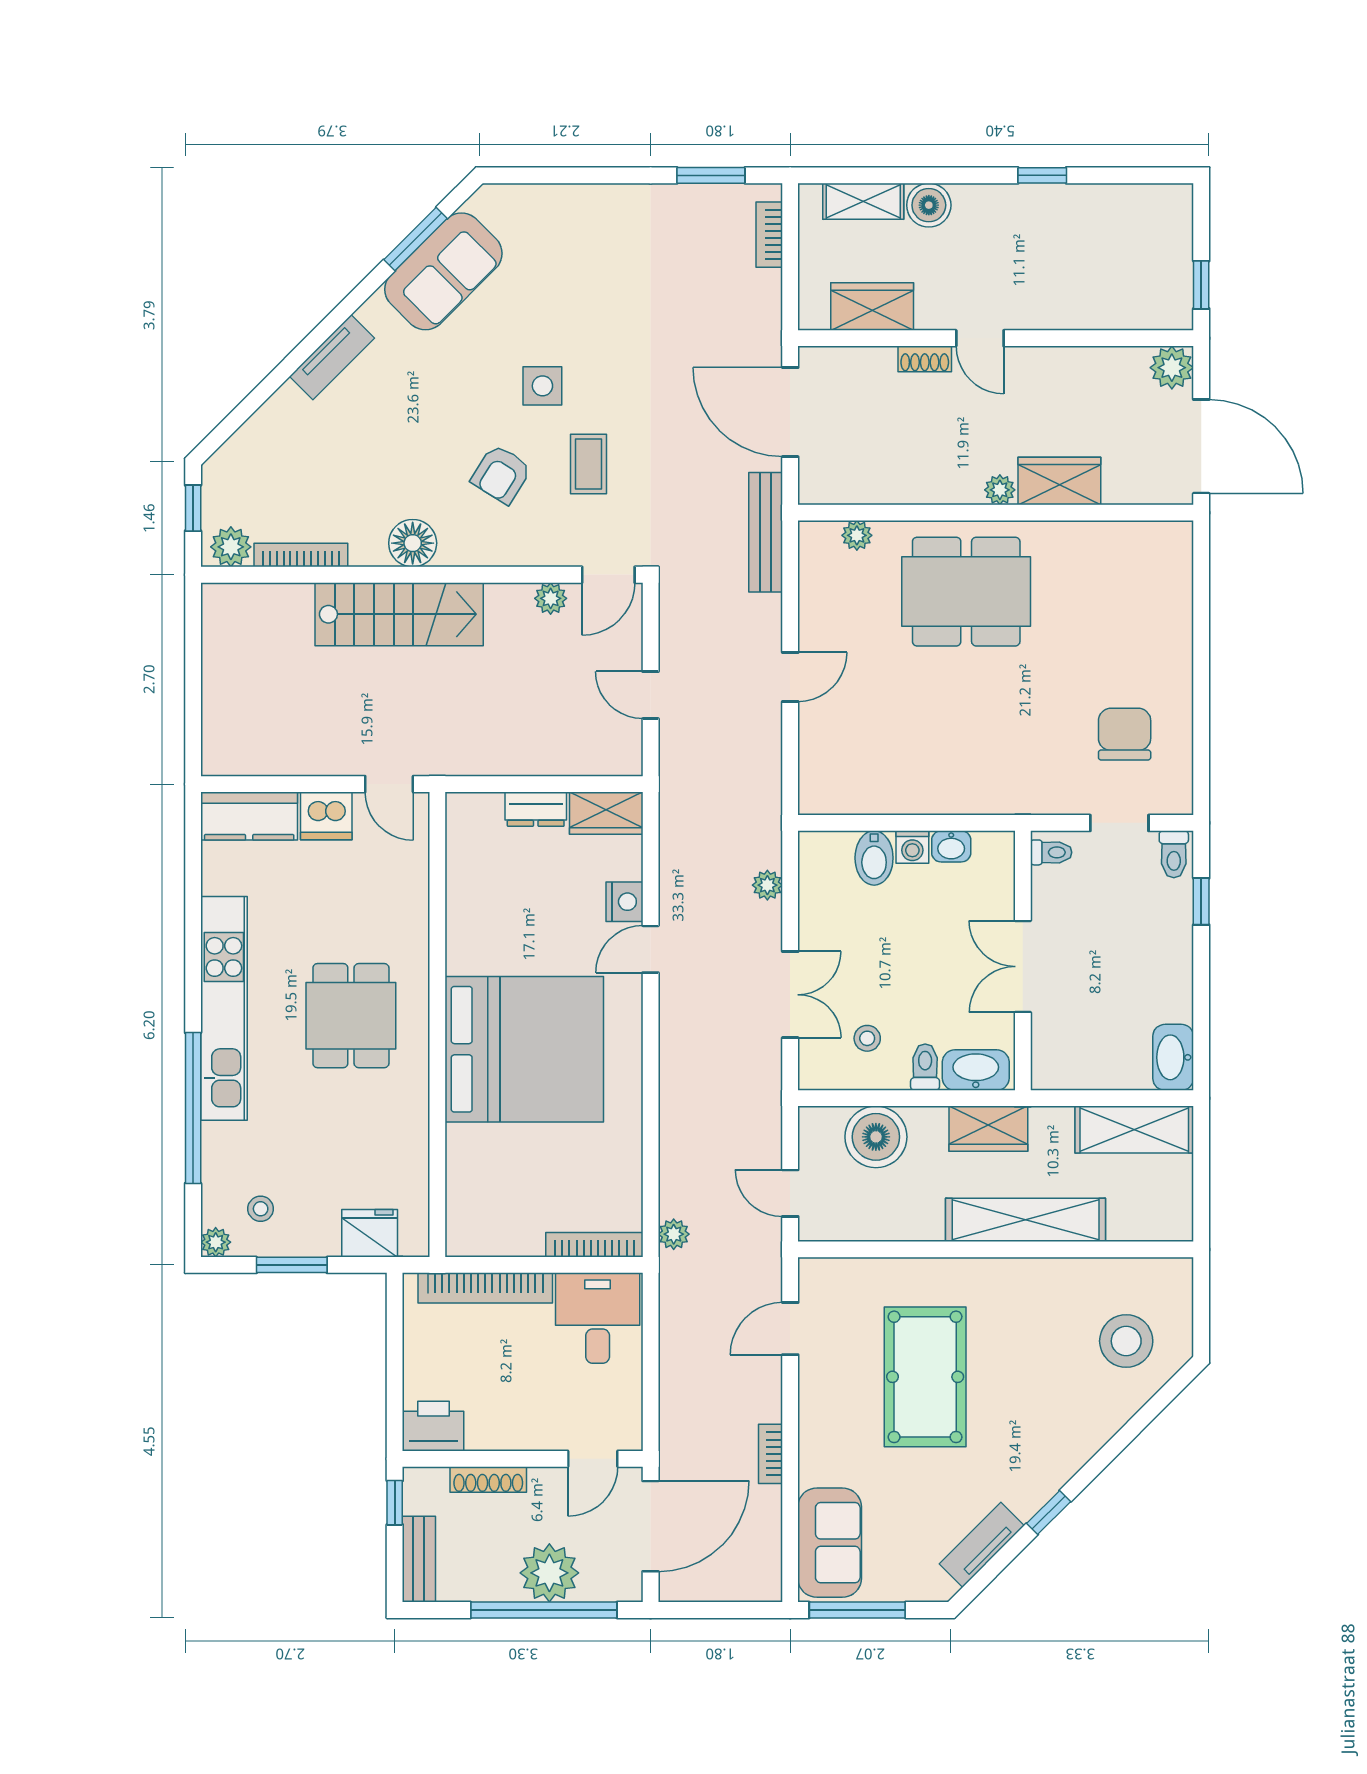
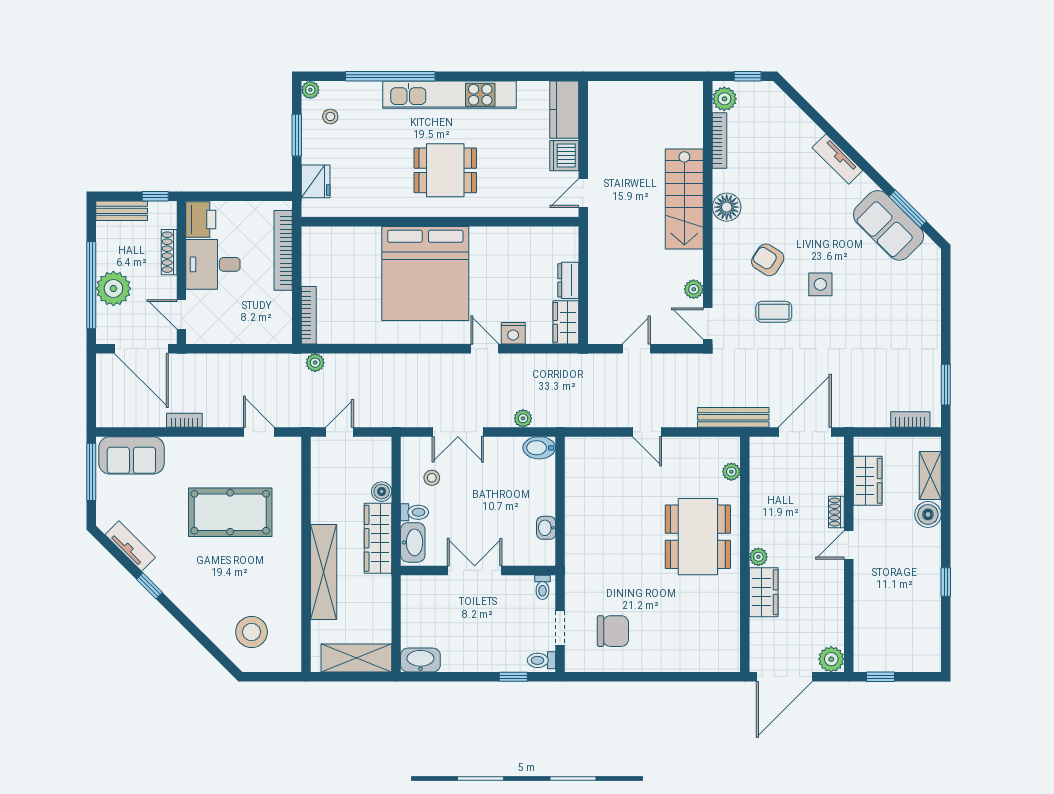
washing machine: (912, 847) -> (546, 505), removed
bidet: (874, 858) -> (539, 448), moved
wardrobe: (988, 1129) -> (378, 538), width x1.50
shelving: (1134, 1130) -> (356, 658), moved, turned 90
boiler: (876, 1137) -> (382, 492), width x0.54, depth x0.54
desk: (598, 1318) -> (213, 264), moved, turned 180

